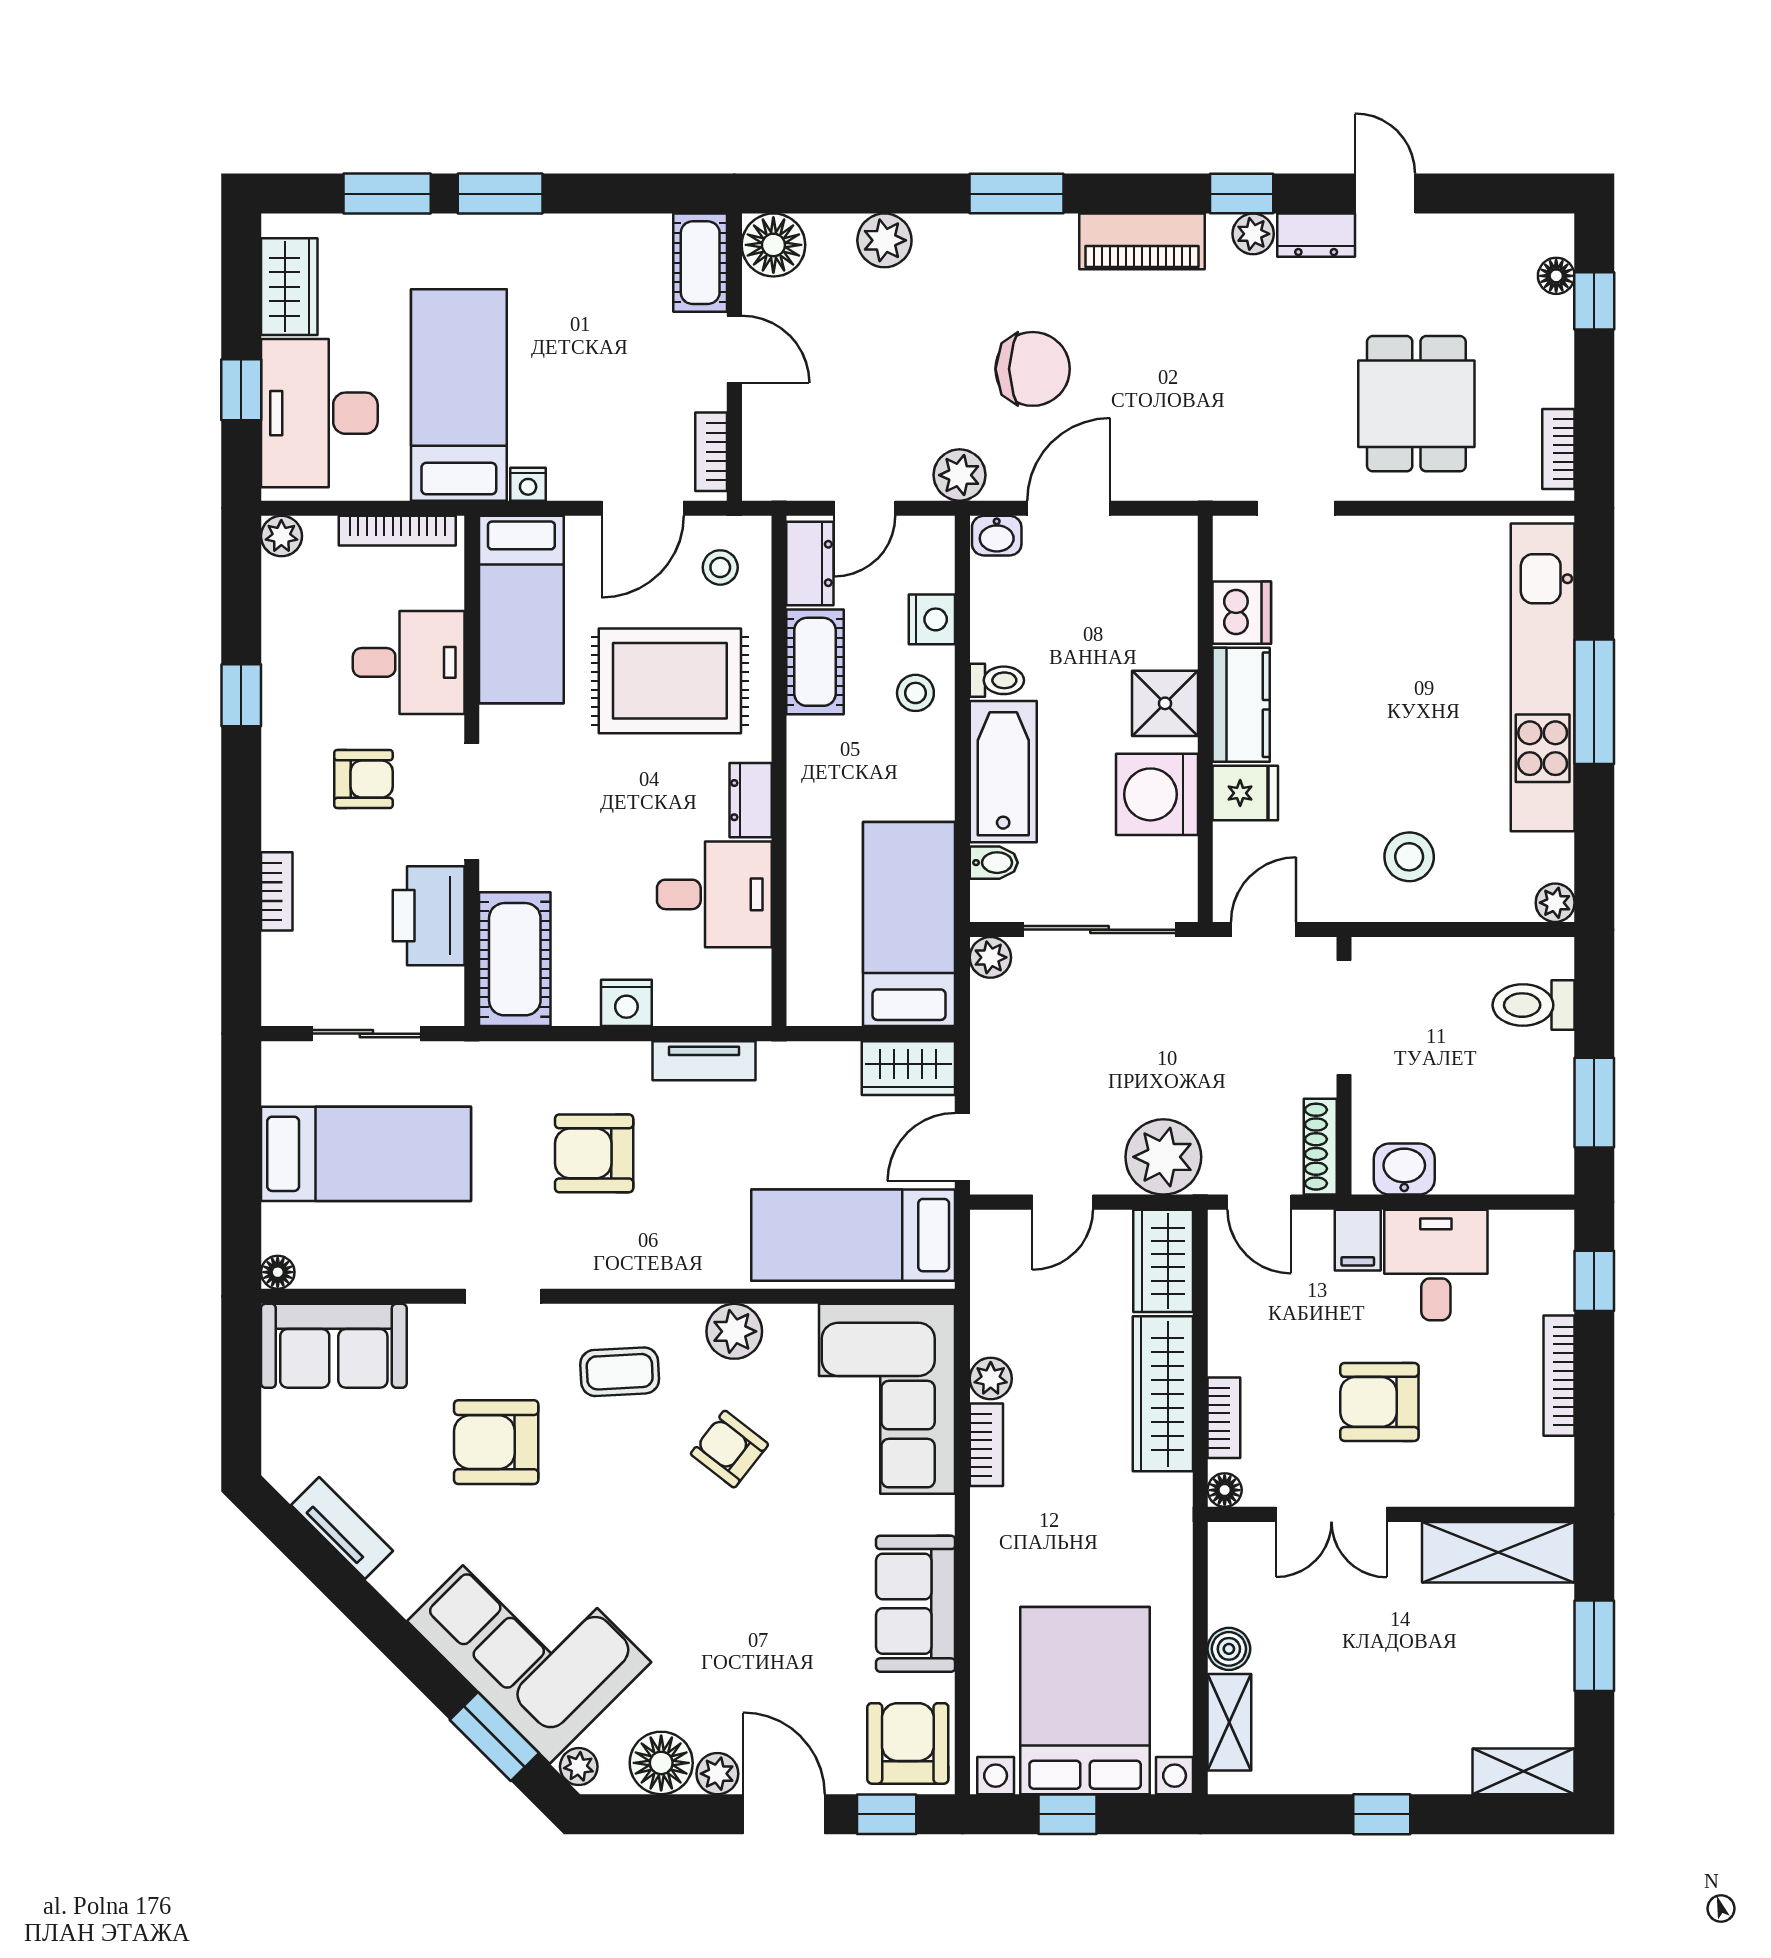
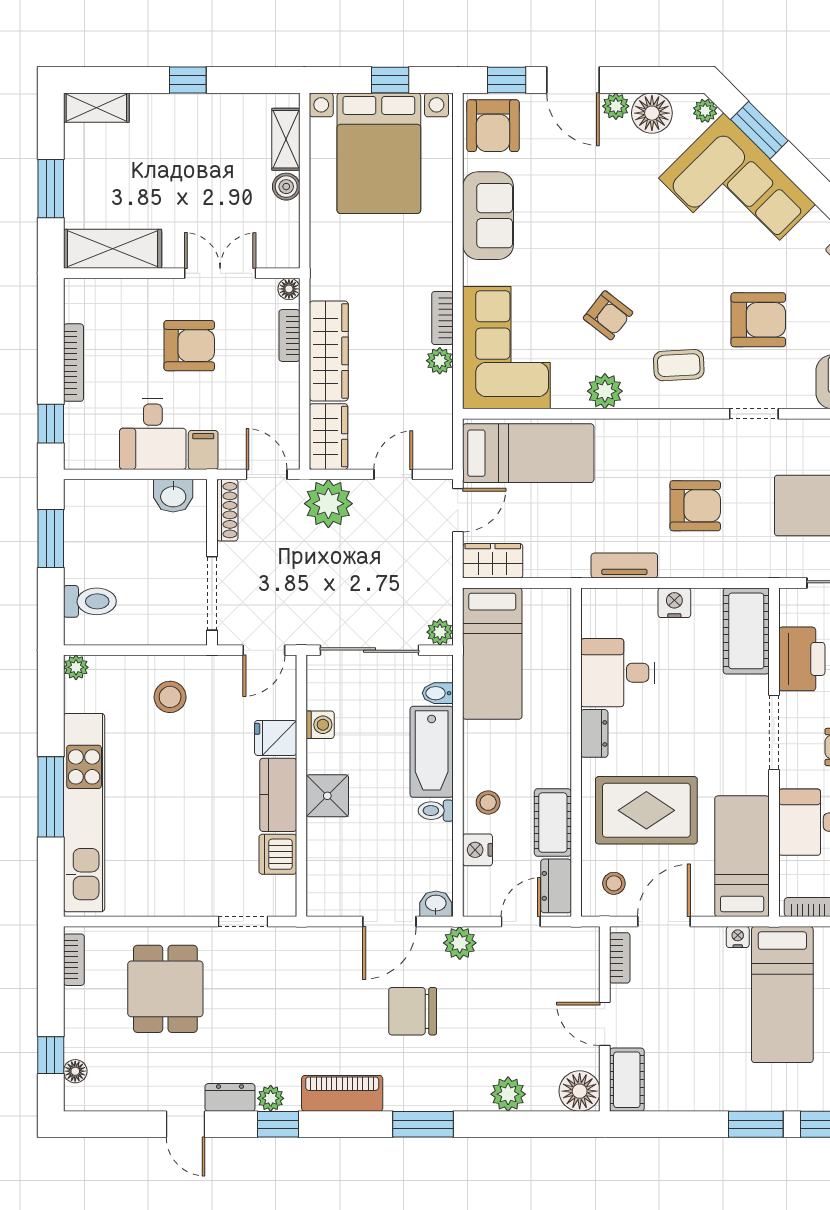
washing machine: (1157, 794) -> (320, 725), width x0.53, depth x0.53

